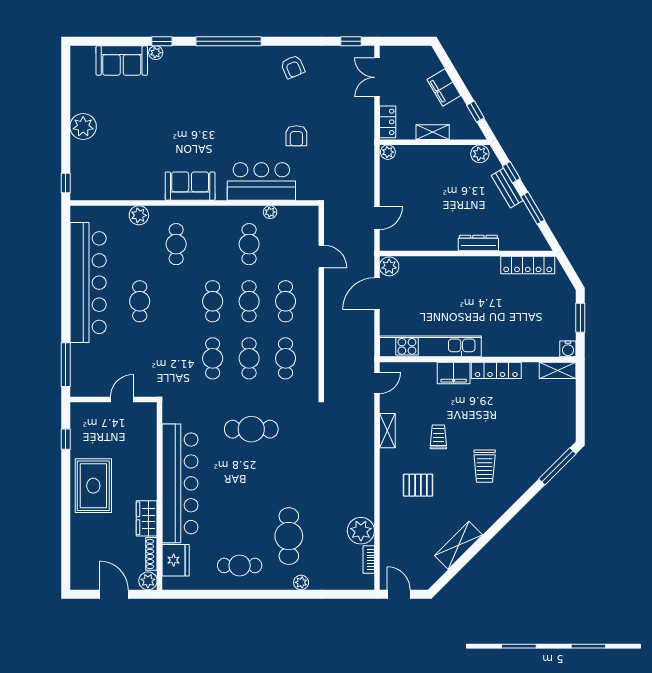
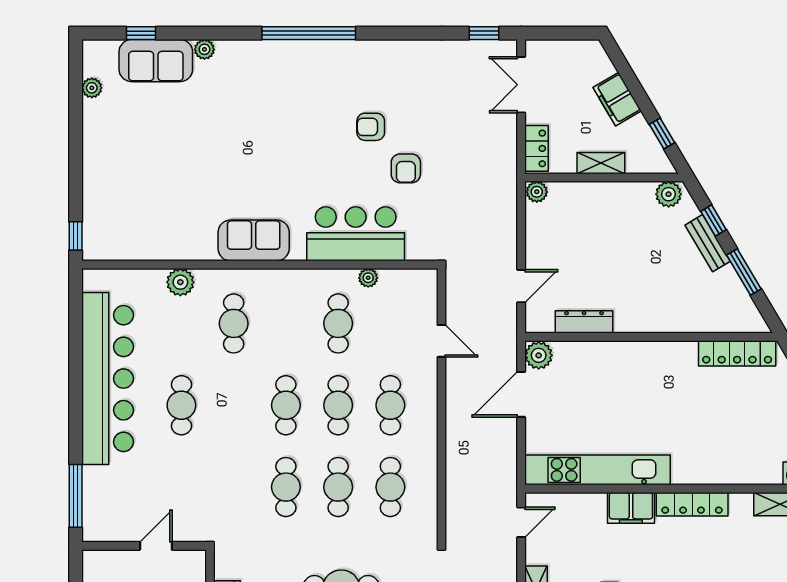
window: (162, 41) -> (141, 33), moved
armchair: (293, 67) -> (371, 127), moved, turned 113
plant: (83, 126) -> (92, 88), moved, width x0.53, depth x0.53
dresser: (478, 243) -> (584, 322), moved

